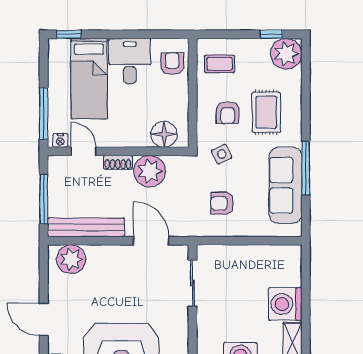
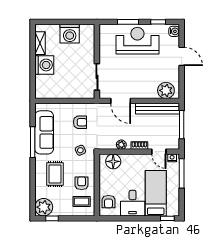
armchair: (228, 113) -> (82, 183), moved
plant: (150, 171) -> (121, 145), width x0.53, depth x0.53

